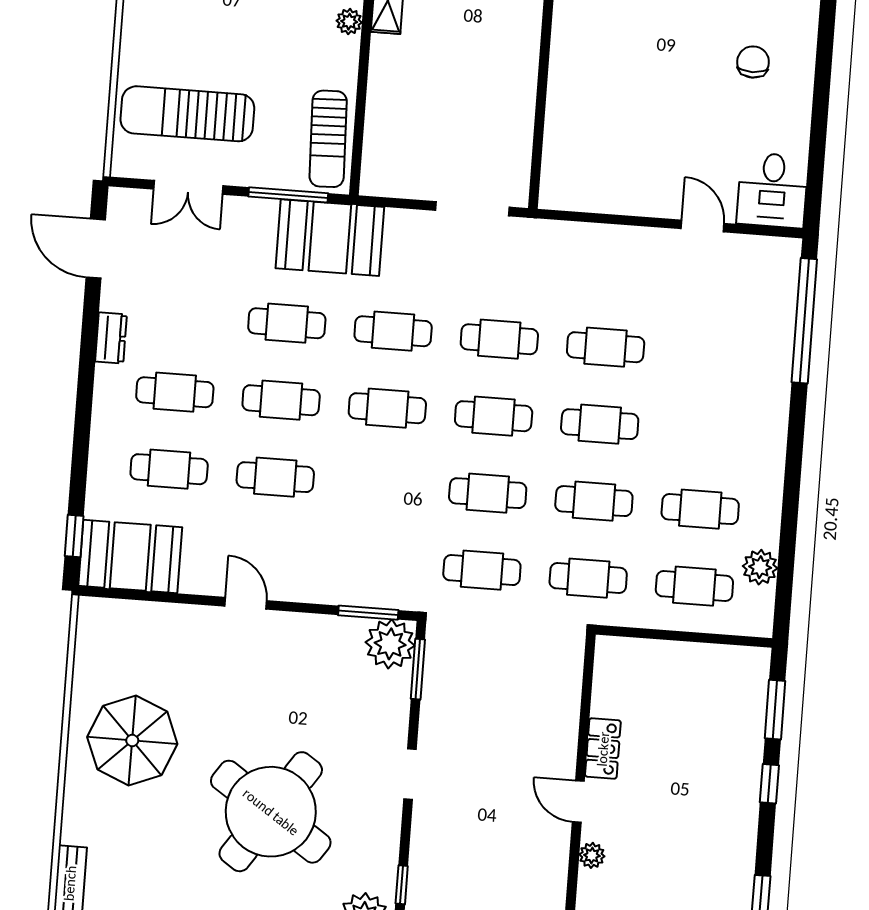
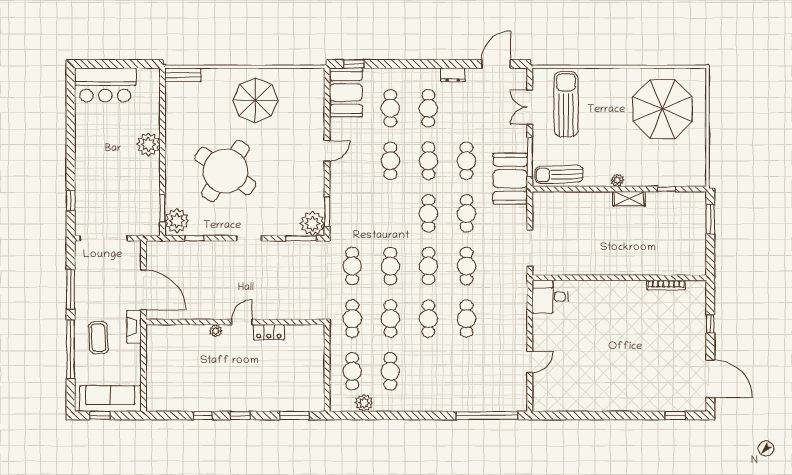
chair: (753, 62) -> (612, 381), removed
desk: (772, 190) -> (550, 297), moved
window: (769, 784) -> (240, 415), moved

